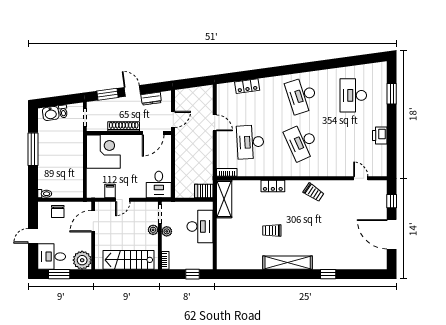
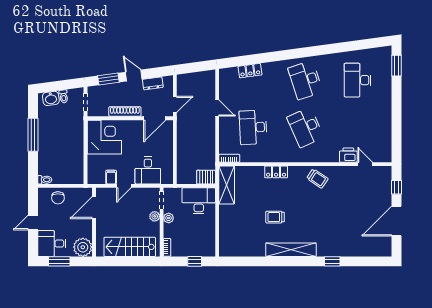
window: (392, 94) -> (397, 66), moved
printer: (380, 136) -> (348, 155), moved, turned 90
desk: (159, 184) -> (148, 170), moved
desk: (200, 226) -> (199, 201), moved, turned -90
door: (392, 234) -> (397, 221), hinge flipped

